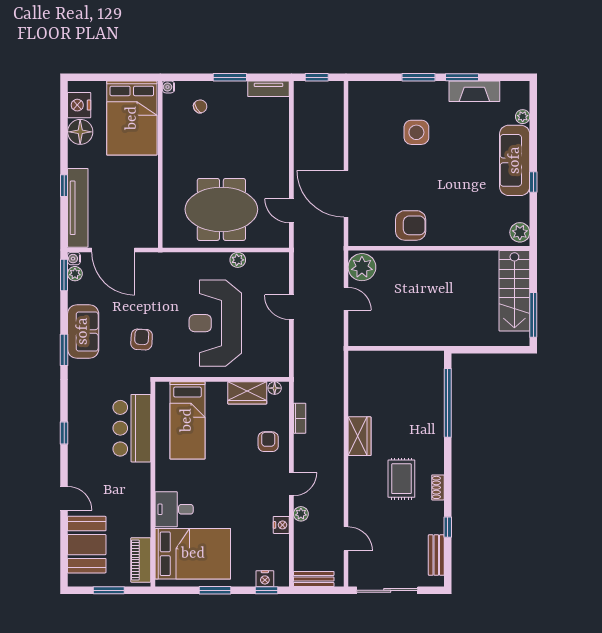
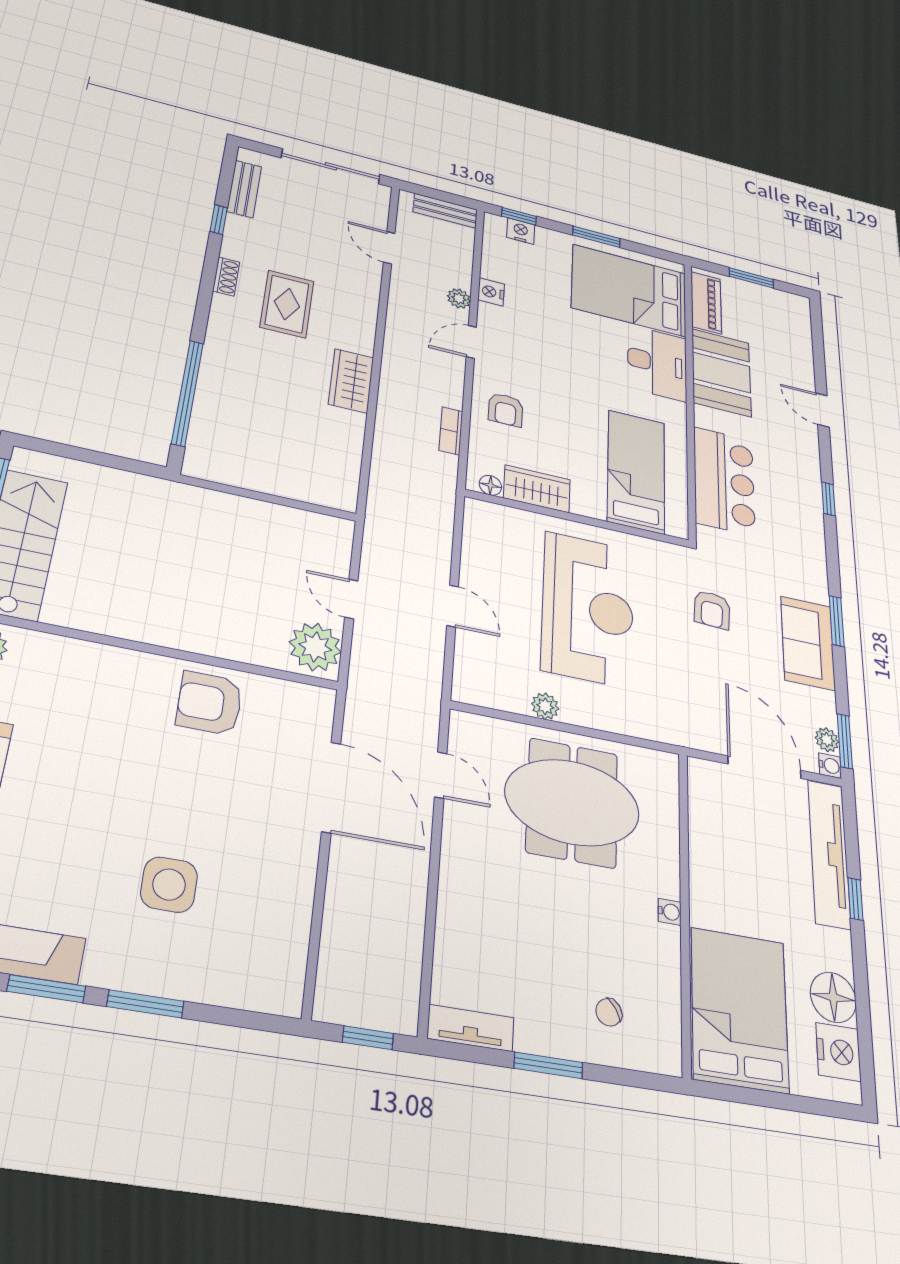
water cooler: (168, 87) -> (670, 912), moved
desk: (174, 509) -> (657, 363), width x1.37
booth: (87, 545) -> (721, 373), moved

